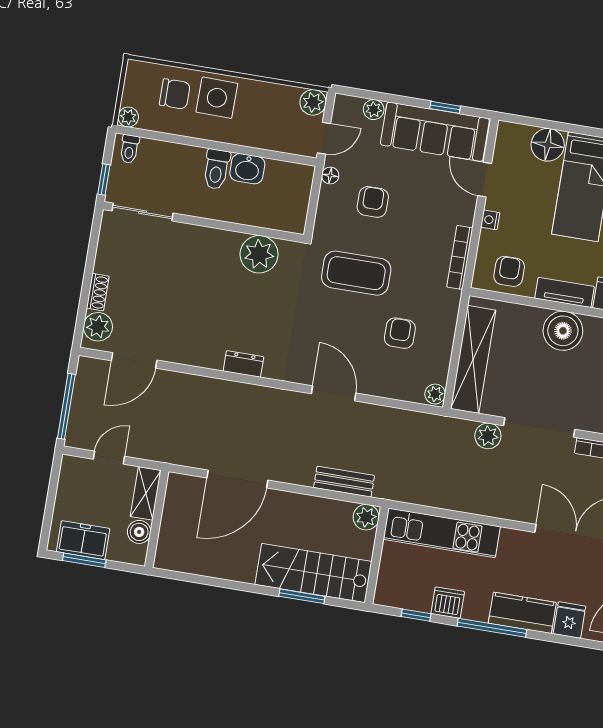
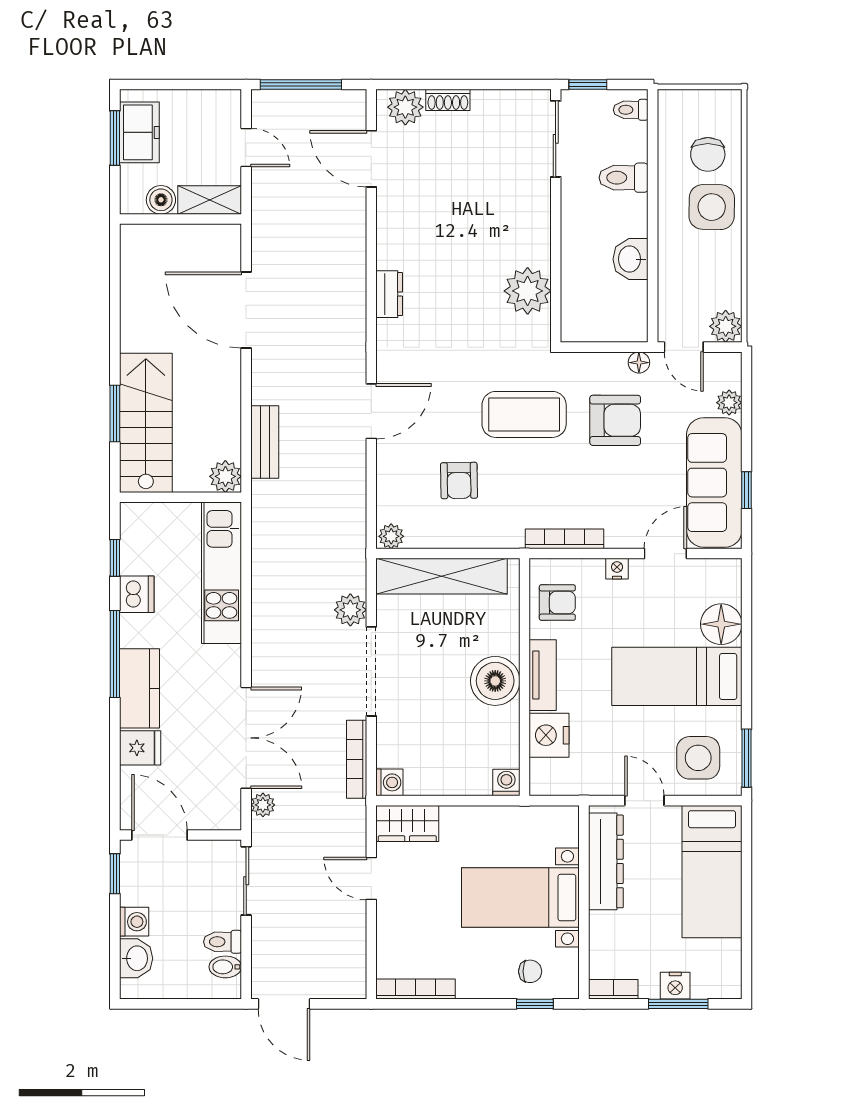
plant: (128, 117) -> (670, 102), removed
toilet: (216, 169) -> (624, 178), moved
armchair: (373, 202) -> (615, 420), width x1.38, depth x1.38
coffee table: (356, 273) -> (524, 414), turned 90
armchair: (400, 333) -> (459, 480), turned 89

